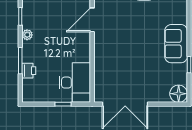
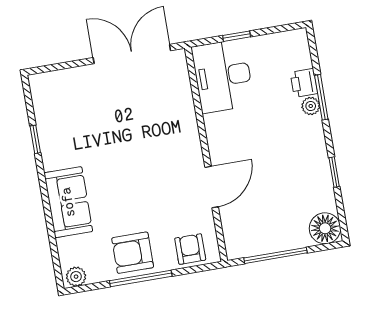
plant: (27, 35) -> (311, 106), moved
sofa: (176, 44) -> (68, 202), moved
floor lamp: (179, 94) -> (44, 87), removed

